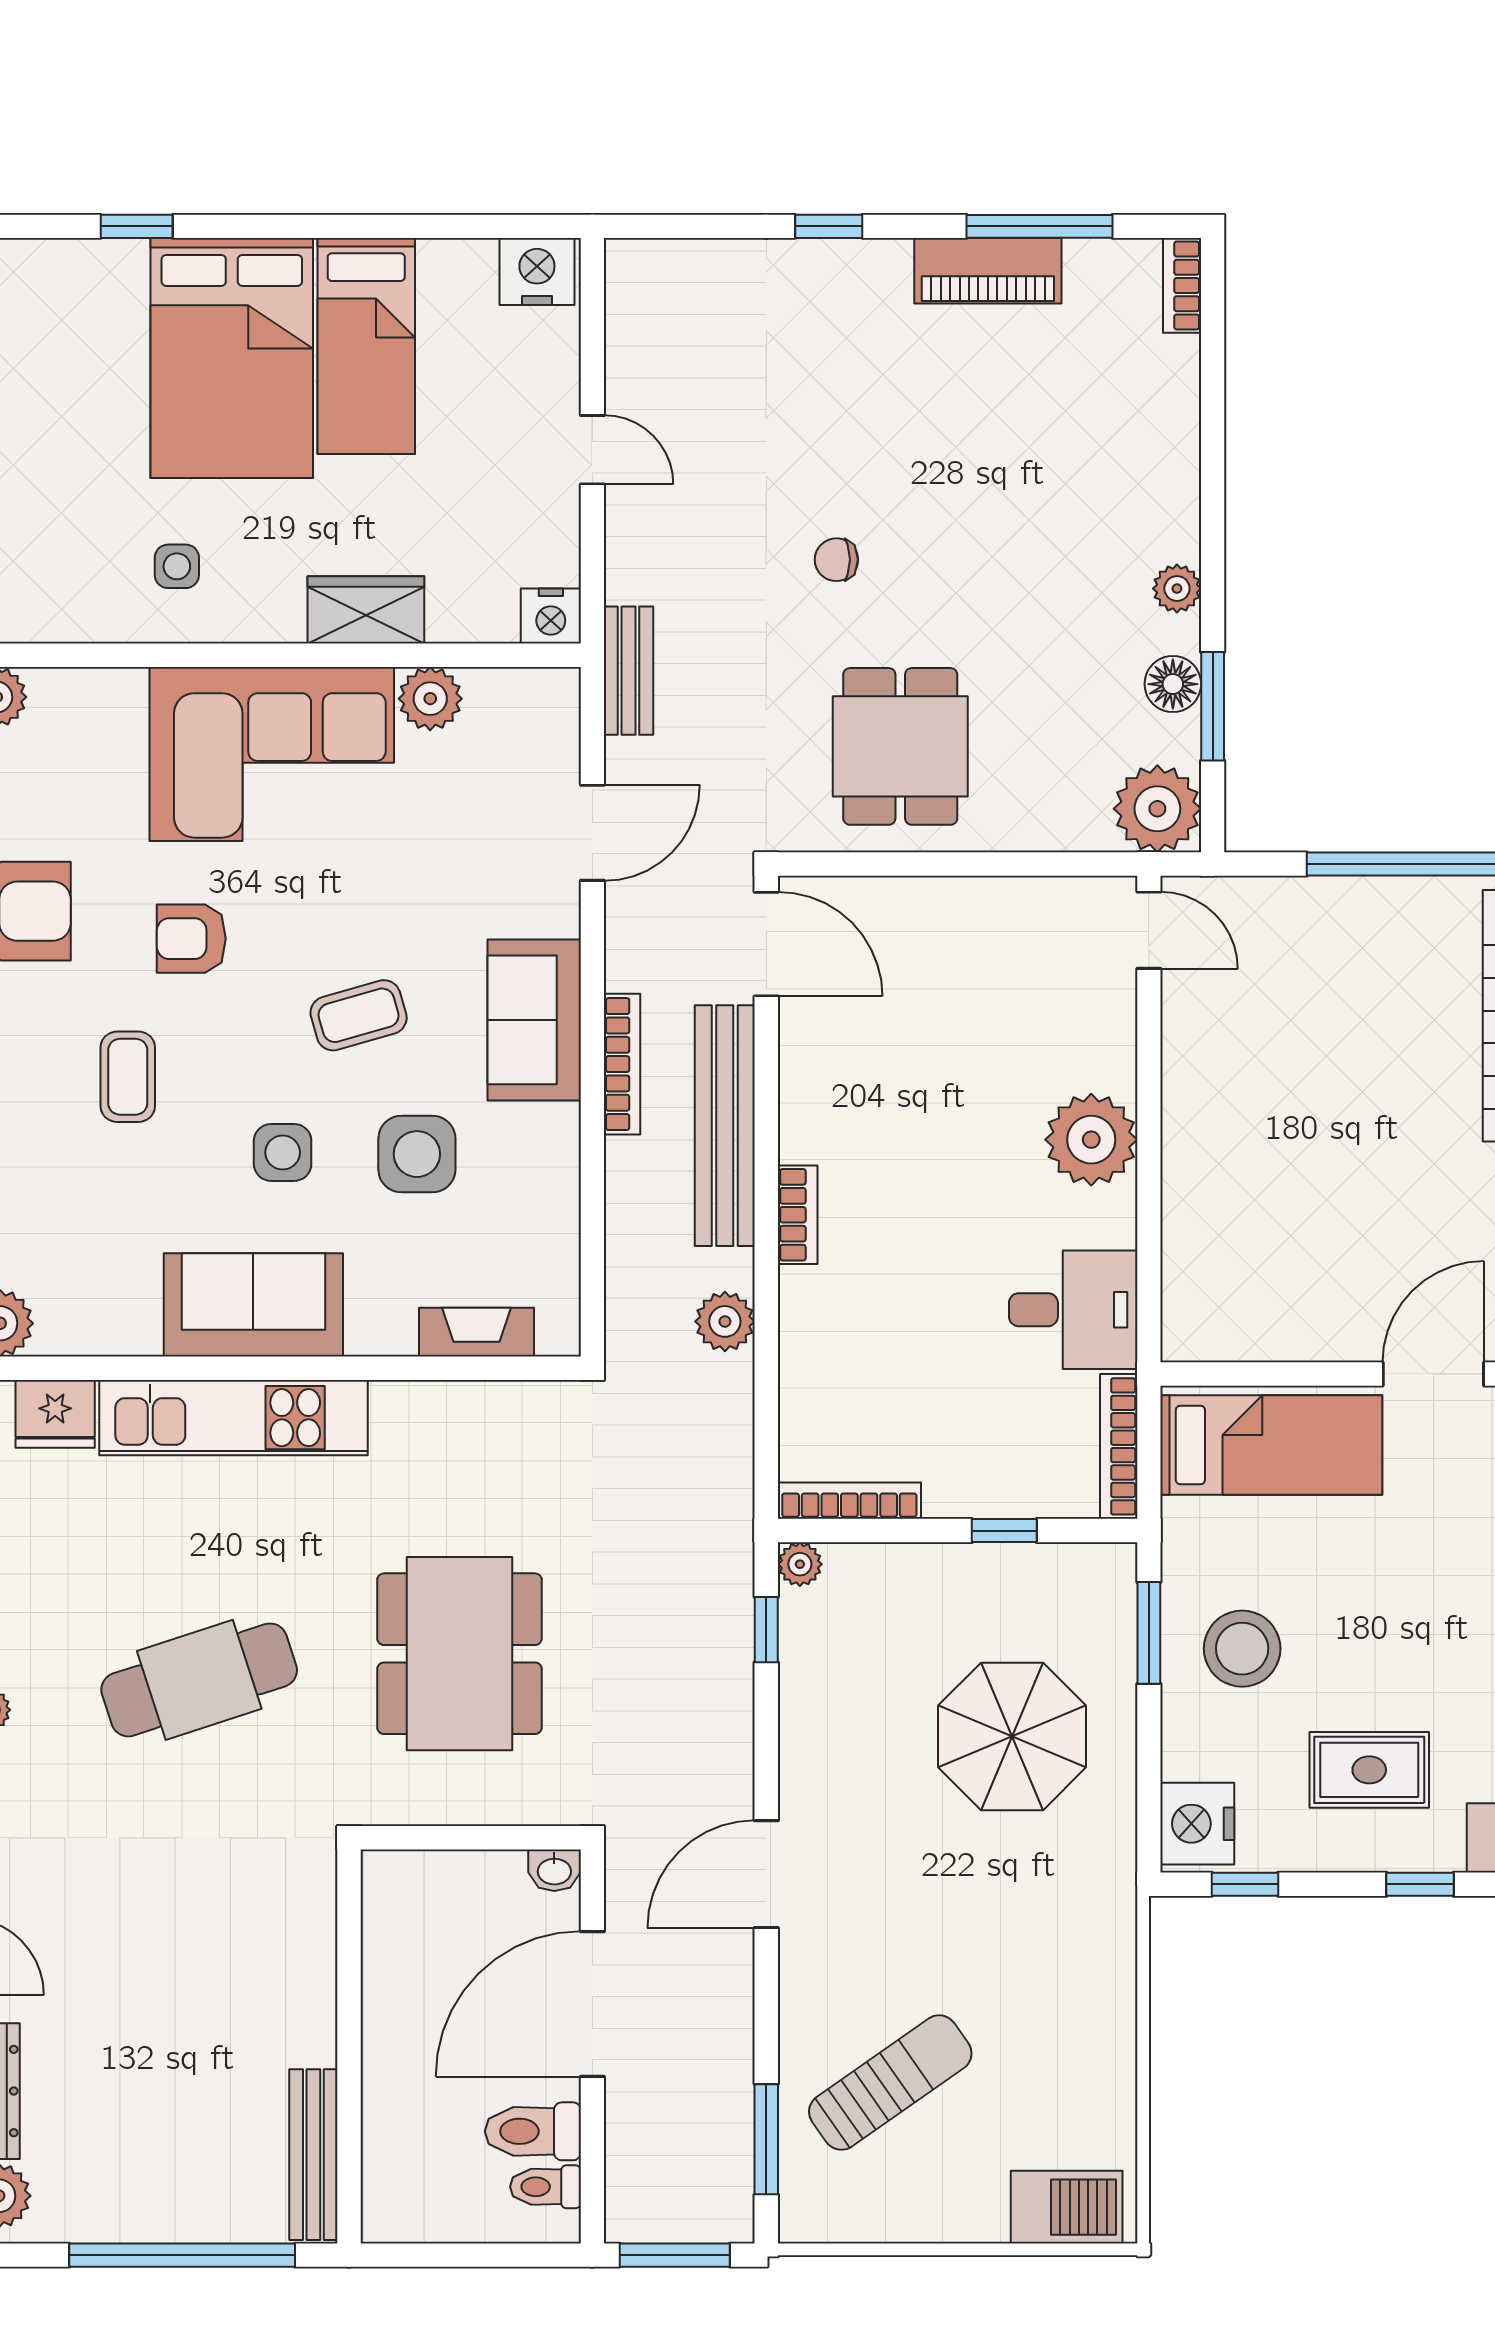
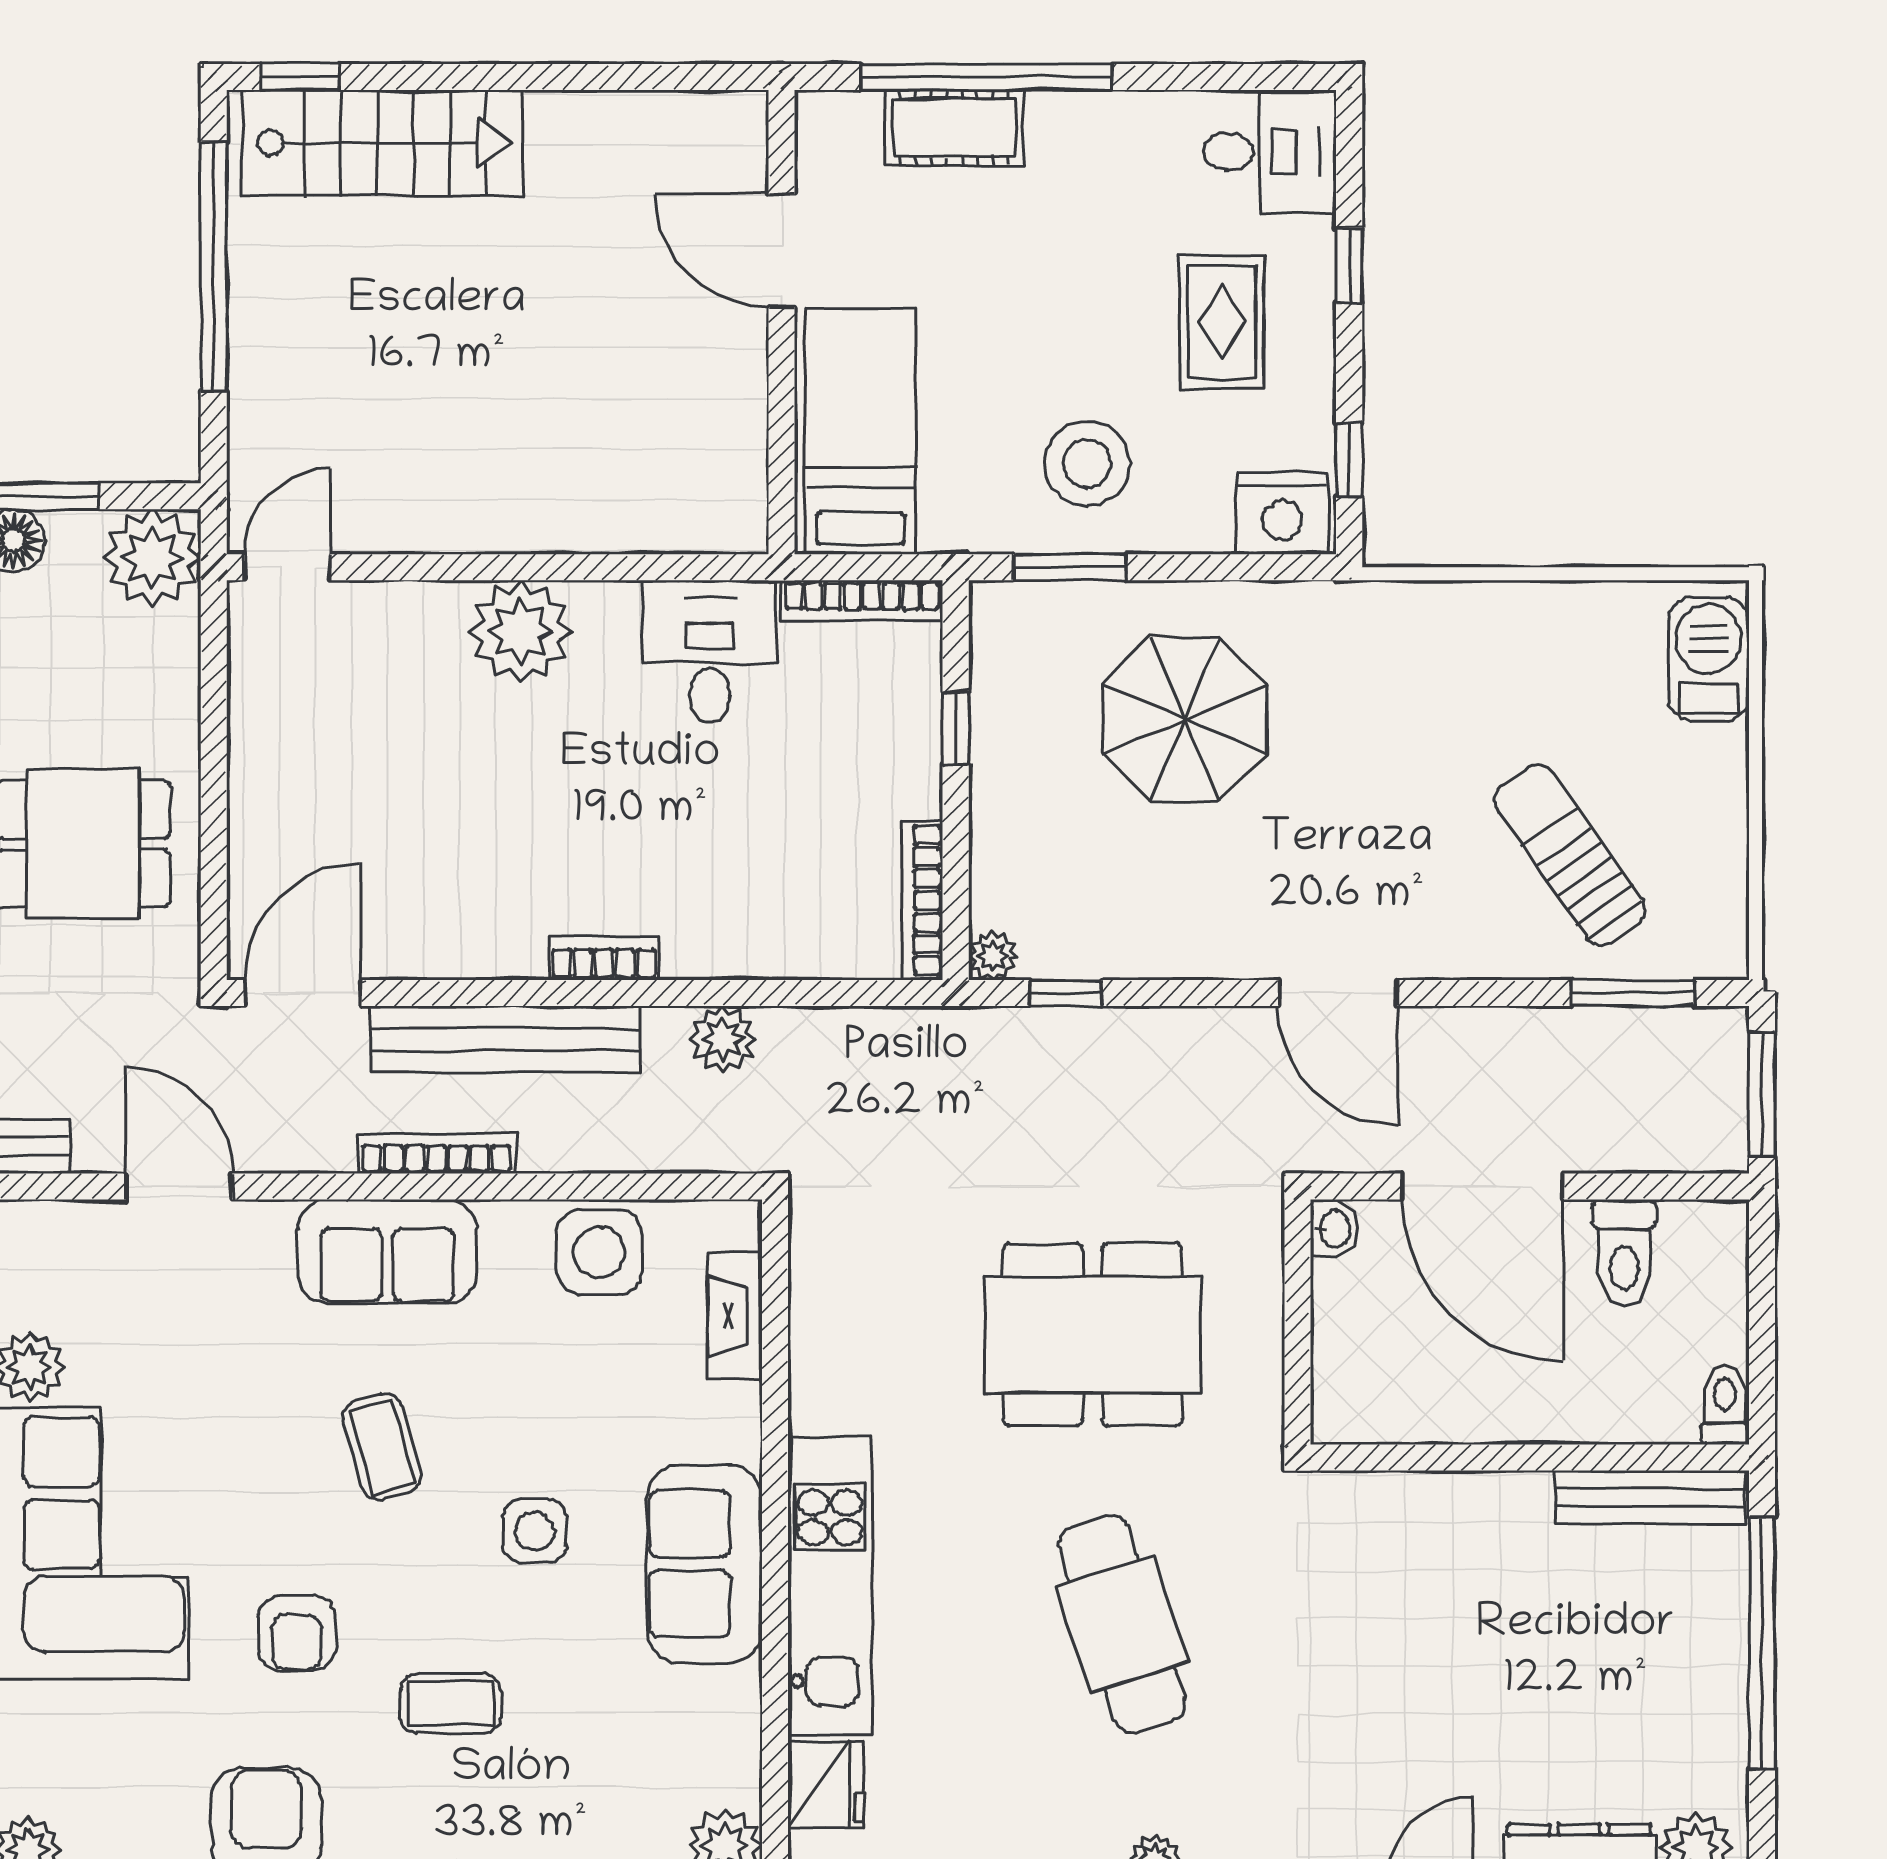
side table: (417, 1154) -> (599, 1252), moved
toilet: (546, 2187) -> (1725, 1405), moved, turned 180

